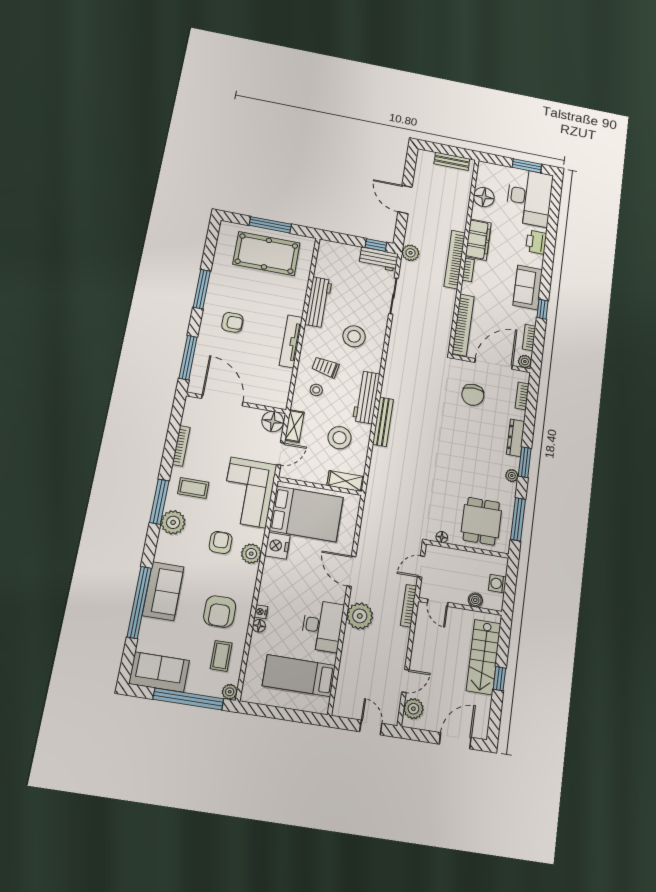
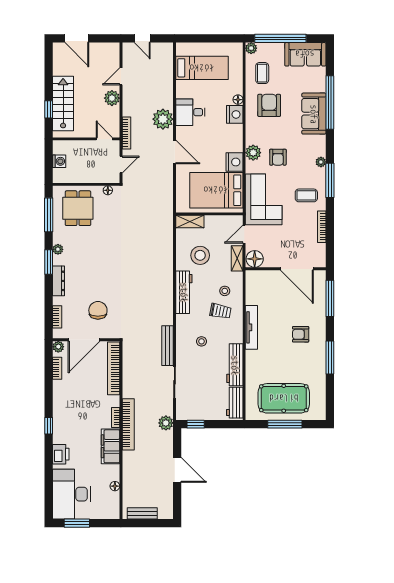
floor lamp: (484, 197) -> (115, 486), width x0.53, depth x0.53
workbench: (379, 259) -> (235, 403), moved, turned -90
sofa: (528, 287) -> (63, 412), removed
window: (542, 309) -> (49, 426), moved
stool: (354, 336) -> (201, 341), width x0.53, depth x0.53
bench: (383, 422) -> (168, 346), moved
plant: (173, 522) -> (321, 162), width x0.53, depth x0.53
boiler: (475, 600) -> (75, 146), removed
nightstand: (261, 612) -> (235, 114), width x1.89, depth x1.79
desk: (322, 626) -> (190, 112), width x0.73
window: (499, 679) -> (49, 109), moved
plant: (413, 709) -> (112, 98), moved
door: (455, 741) -> (77, 38), hinge flipped

